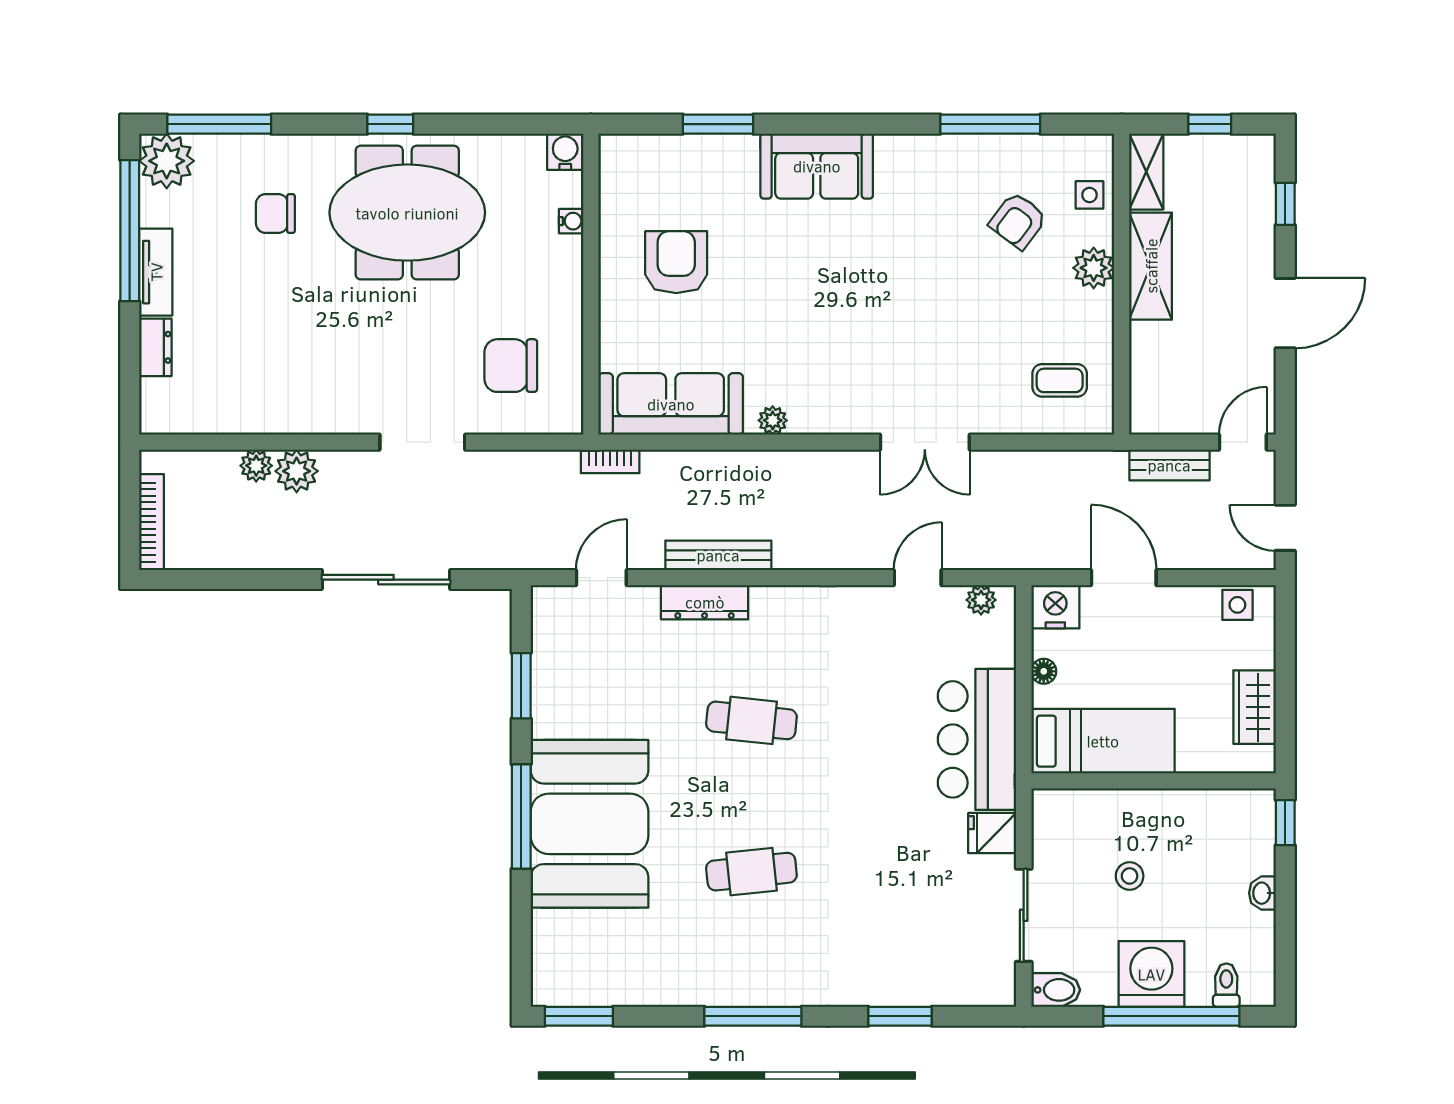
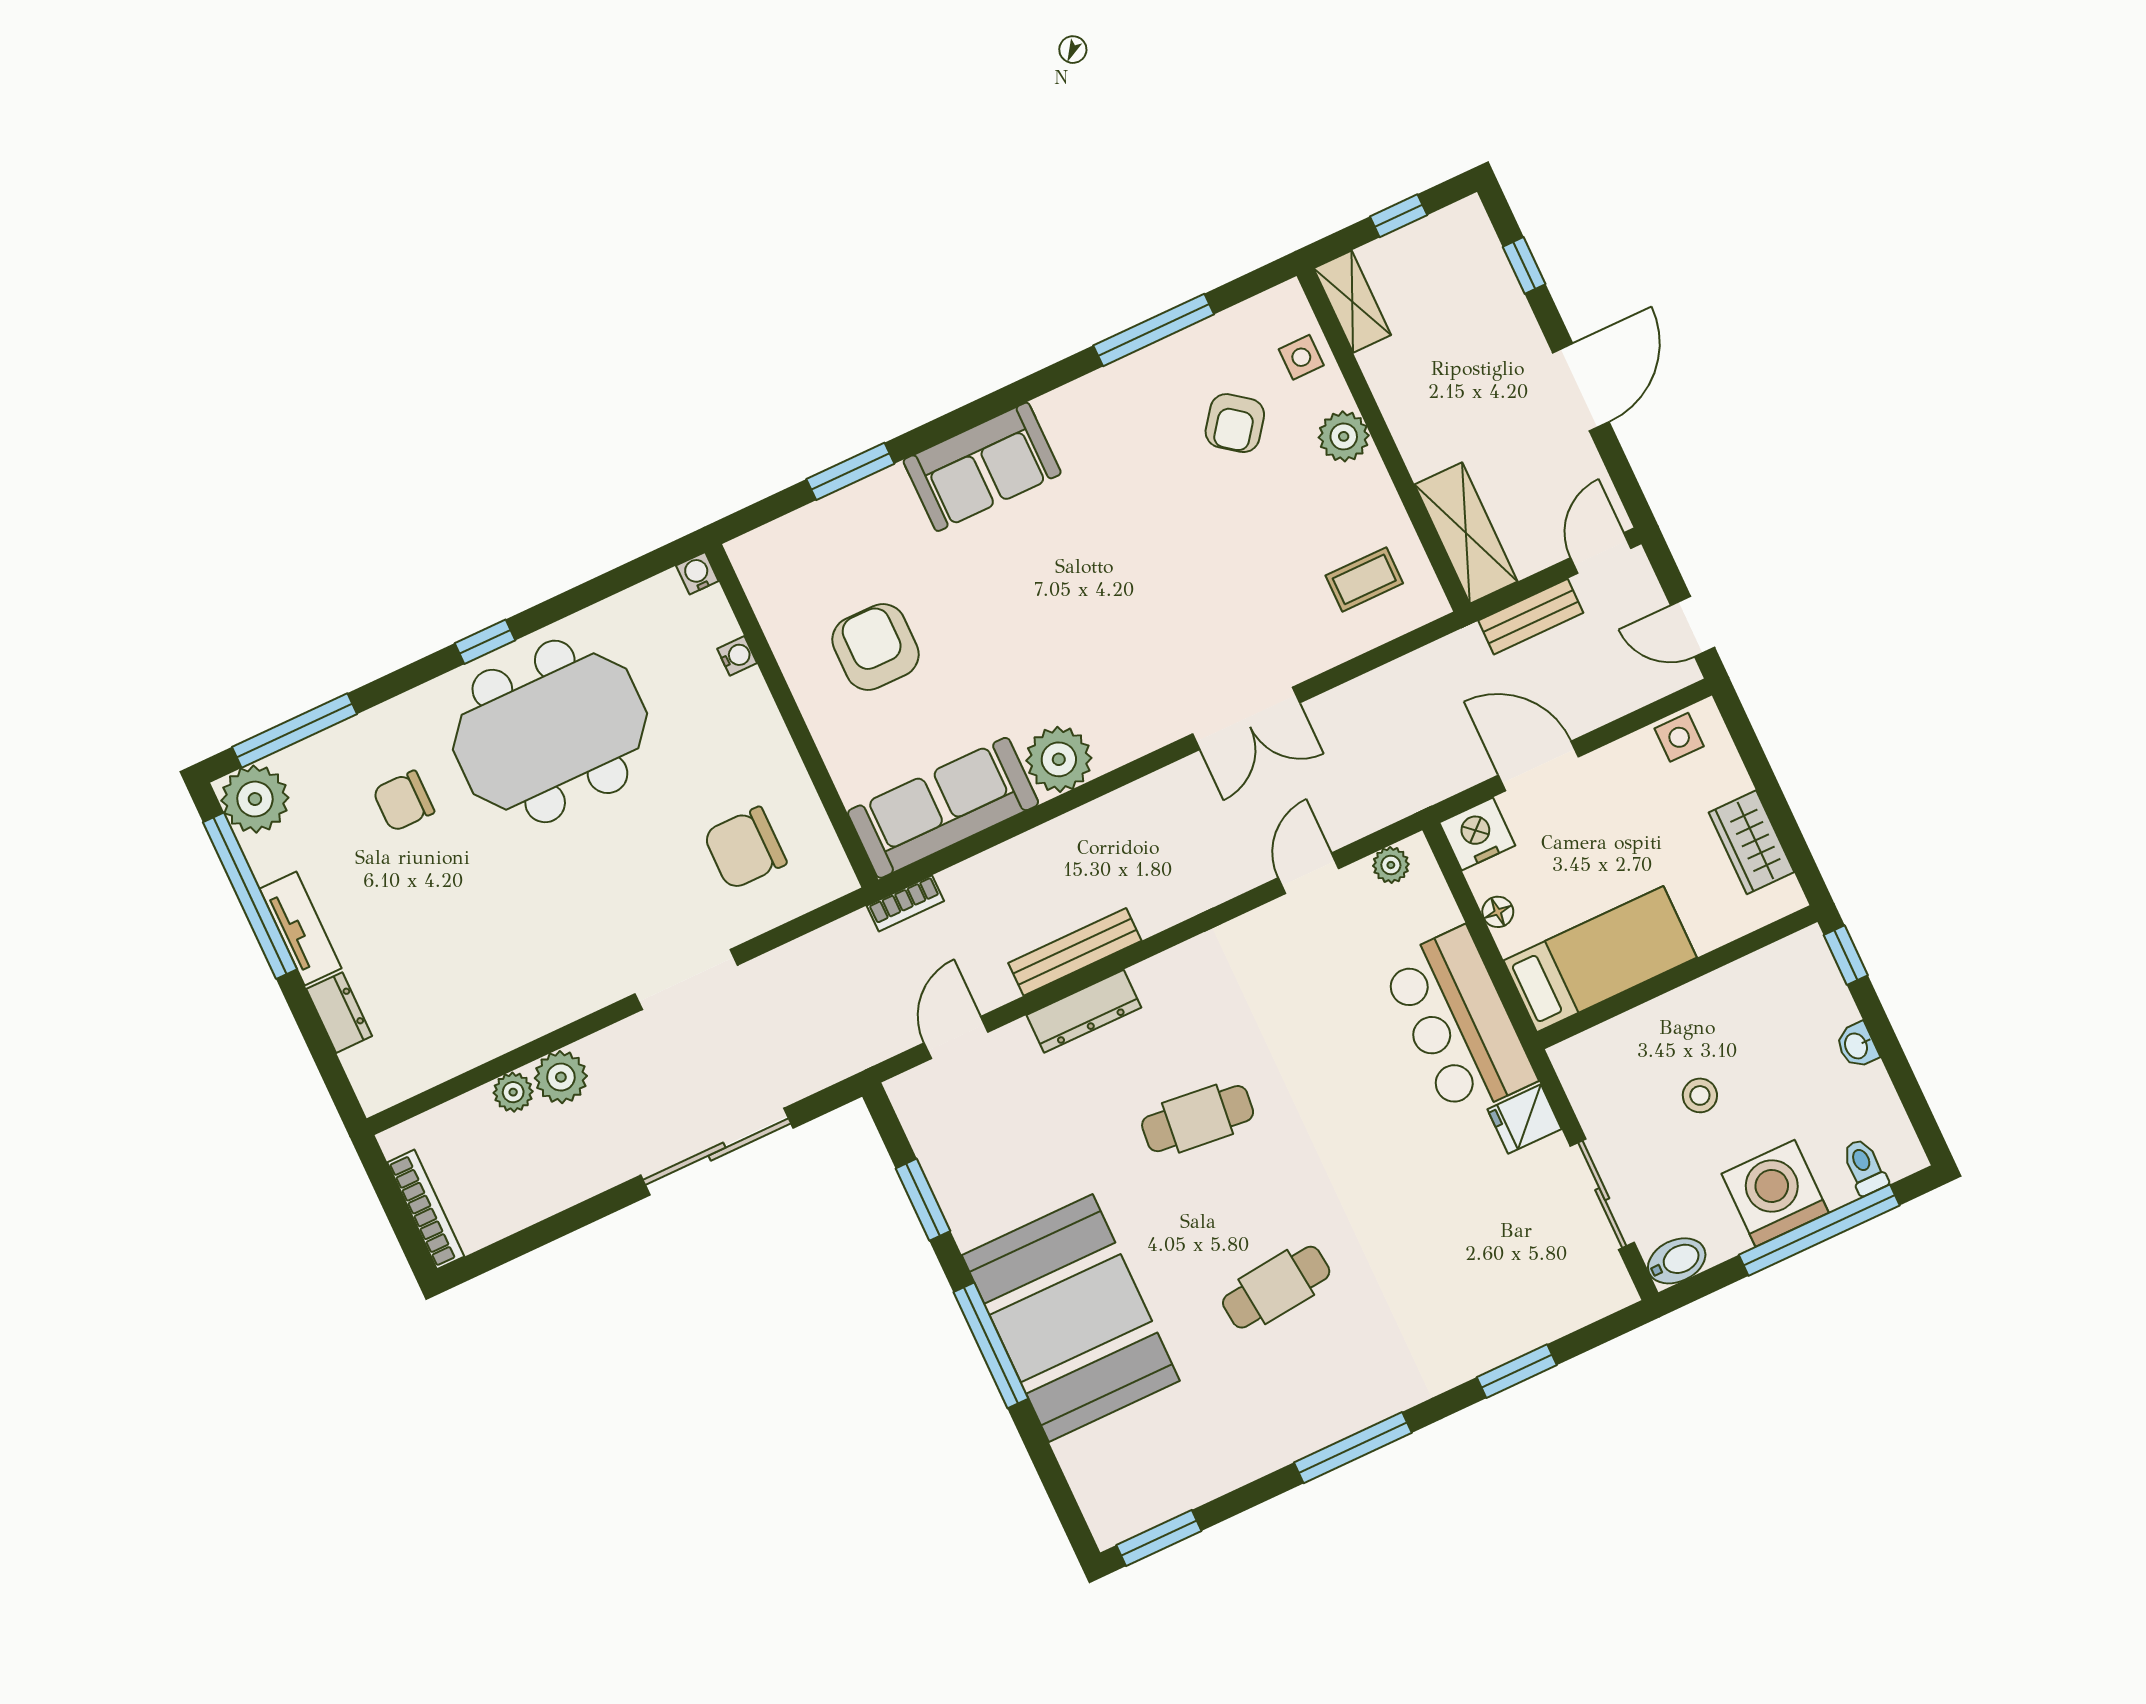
water cooler: (565, 152) -> (697, 573), width x0.72, depth x0.72
shelving: (1151, 266) -> (1466, 533), moved
plant: (773, 420) -> (1059, 759), width x1.88, depth x1.88

